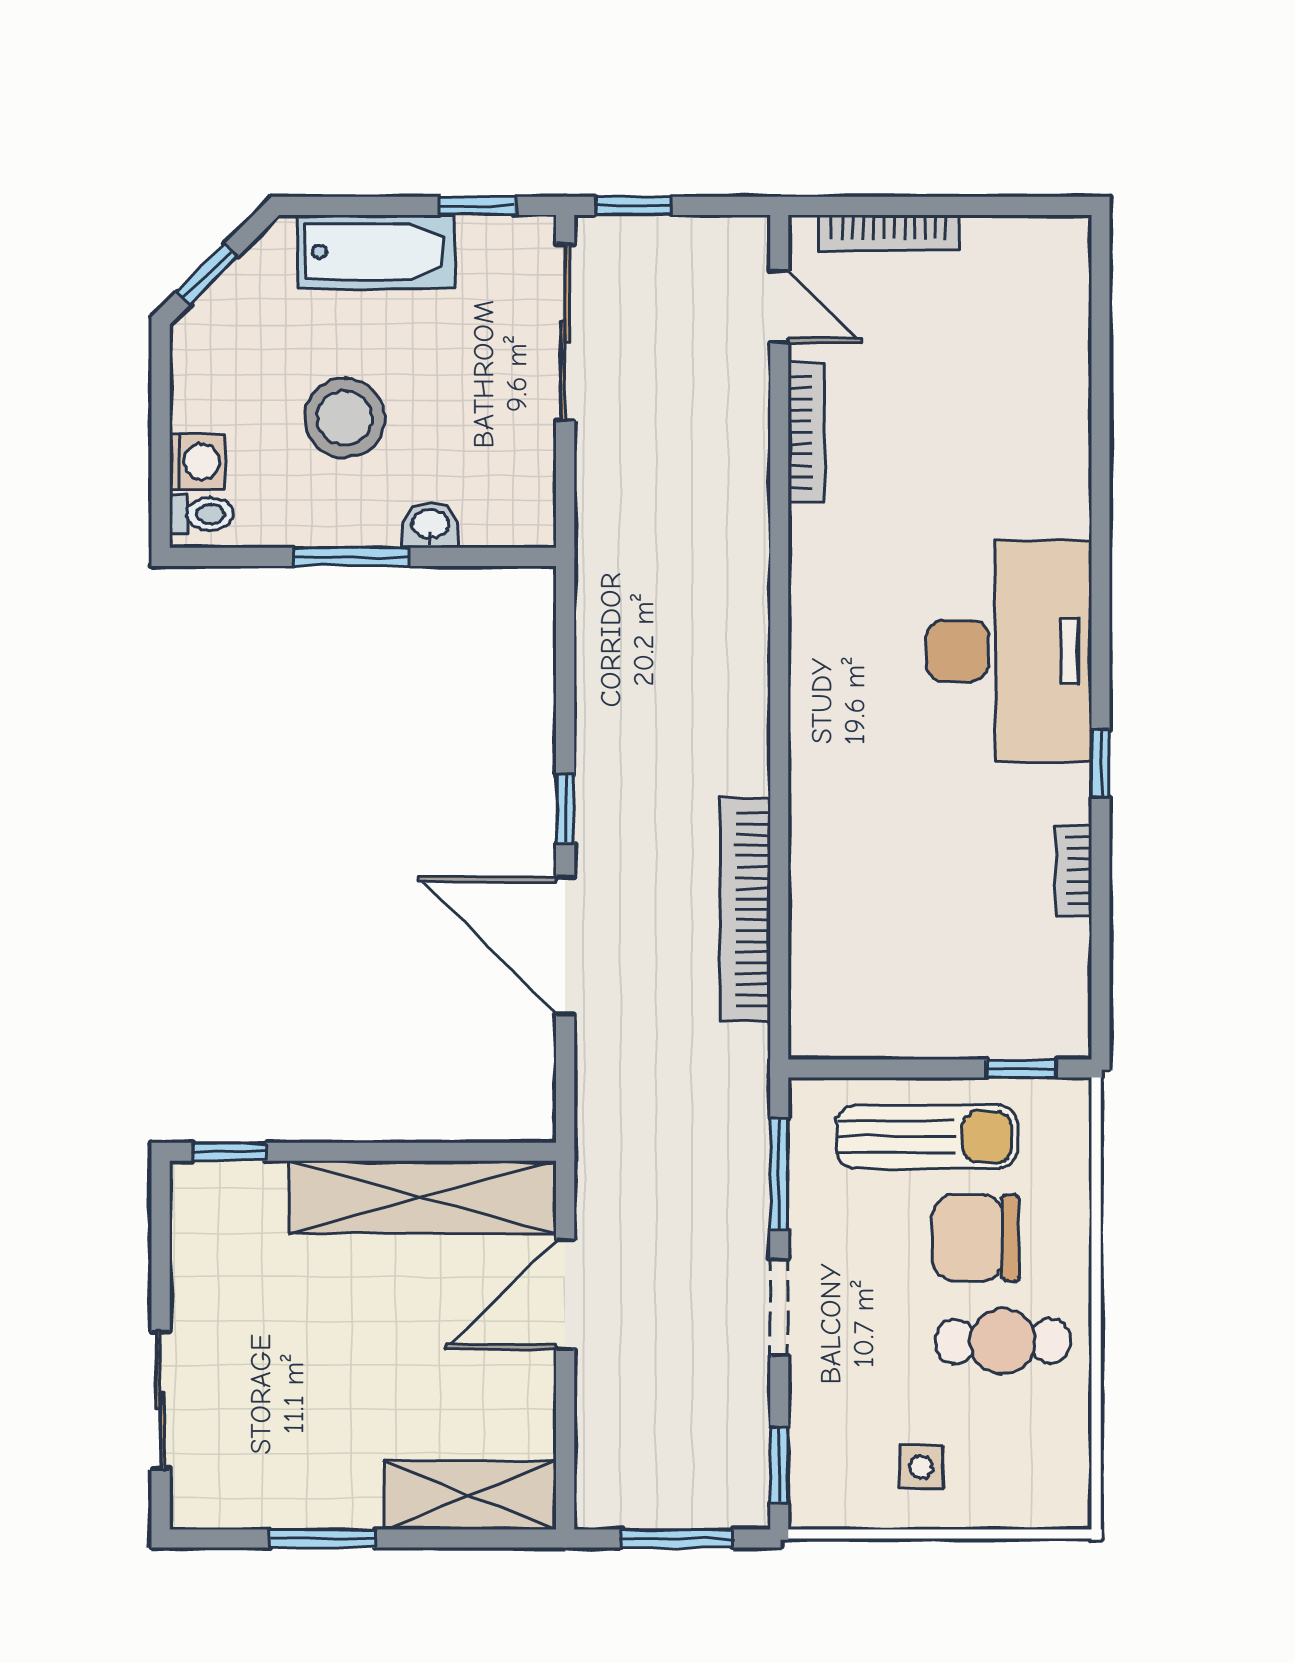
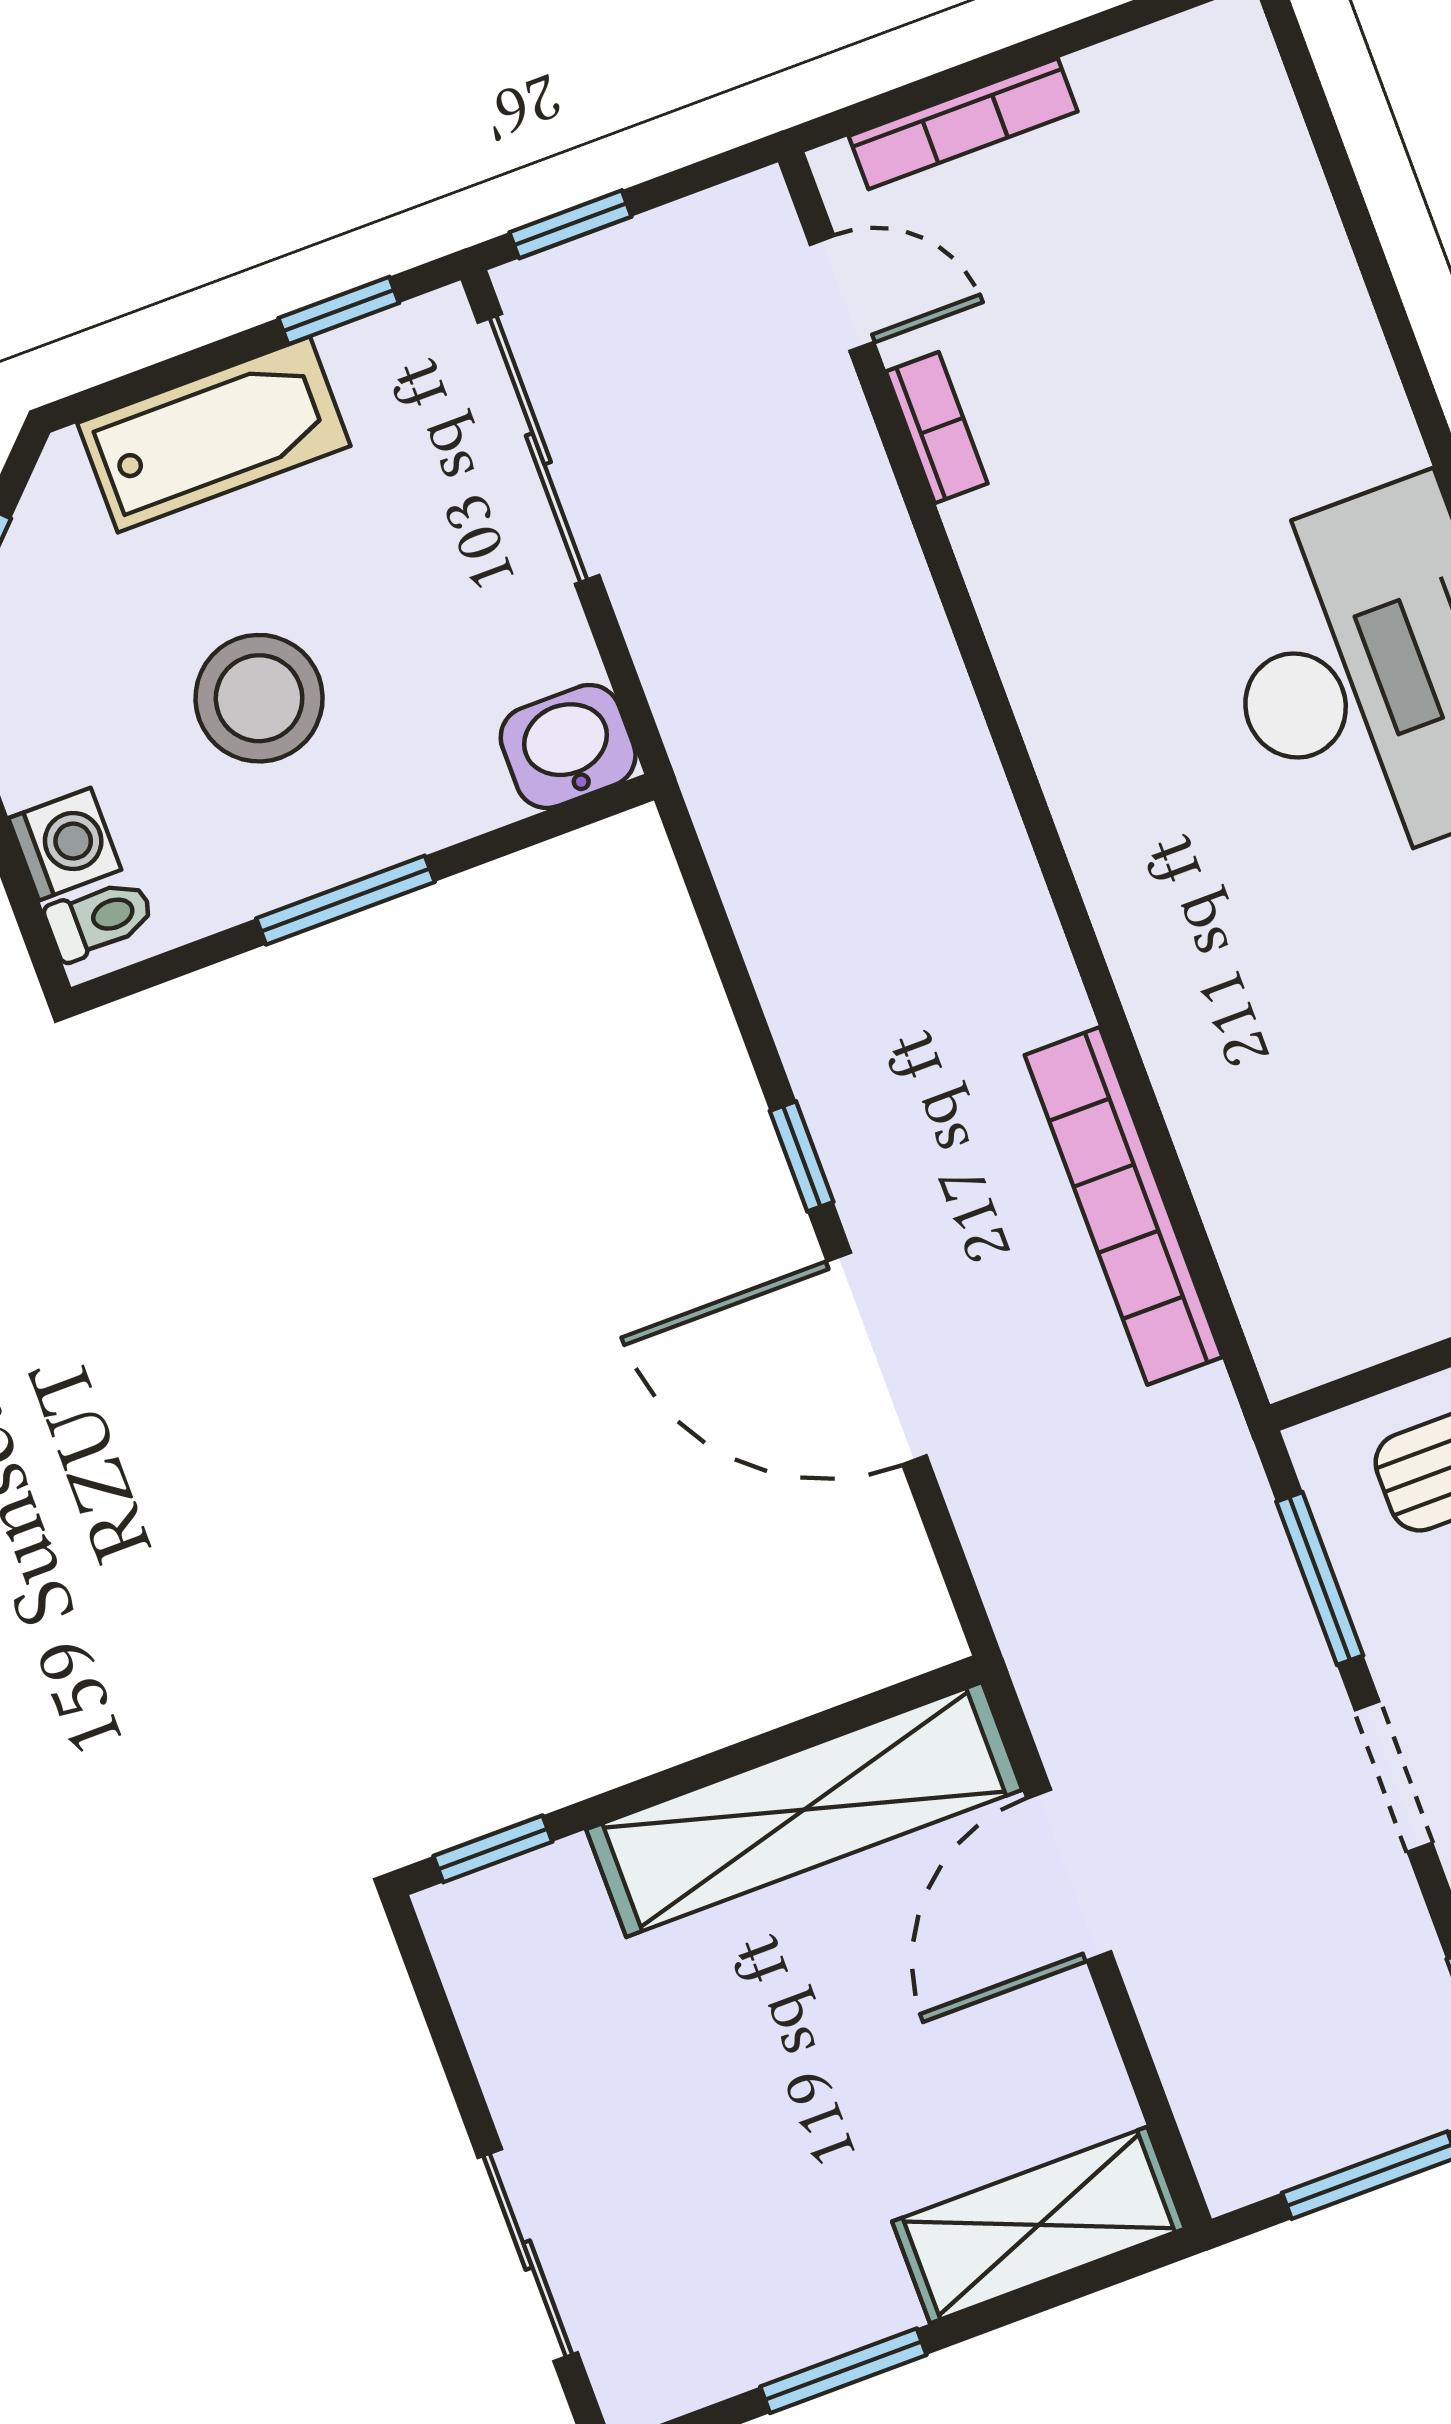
bookcase: (806, 432) -> (937, 428), width x0.64
washbasin: (430, 525) -> (568, 746), moved, width x1.38, depth x1.45

